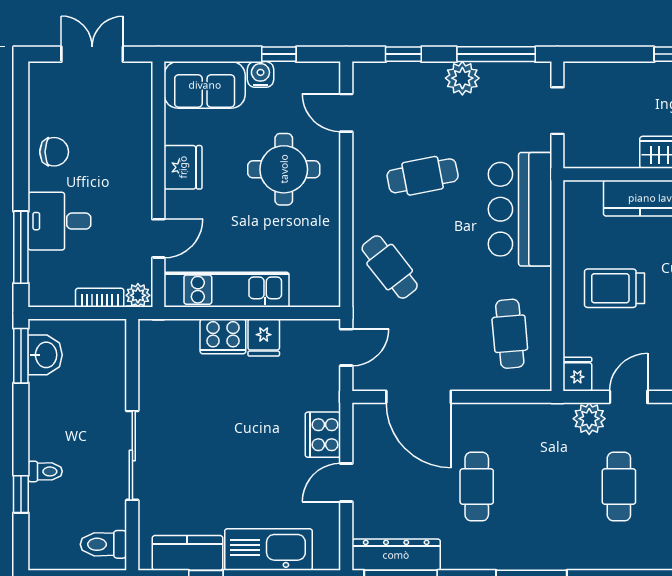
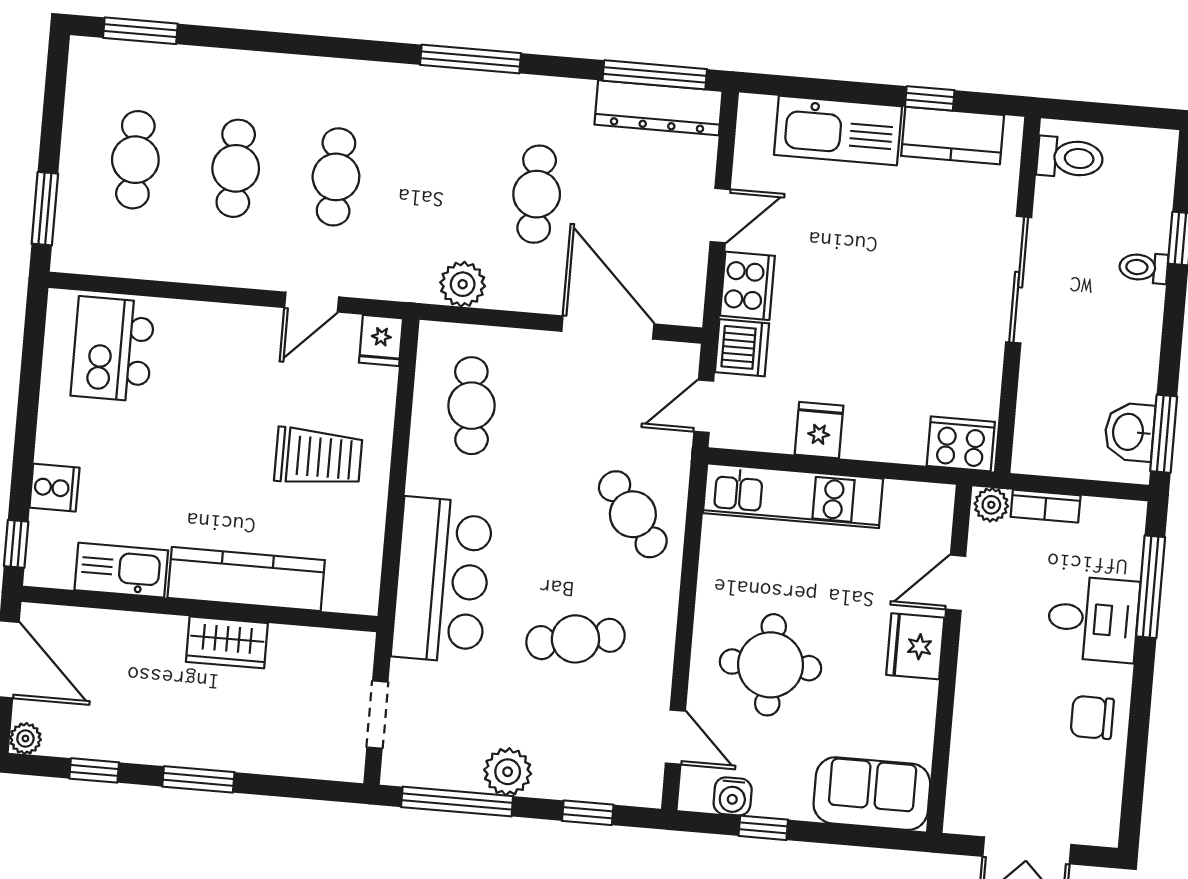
water cooler: (260, 74) -> (733, 796), moved
fridge: (183, 167) -> (915, 646), moved
kitchen unit: (227, 290) -> (793, 496), moved
cooker: (223, 336) -> (961, 444), moved
dishwasher: (323, 391) -> (742, 348), added
plant: (589, 419) -> (463, 284), moved

